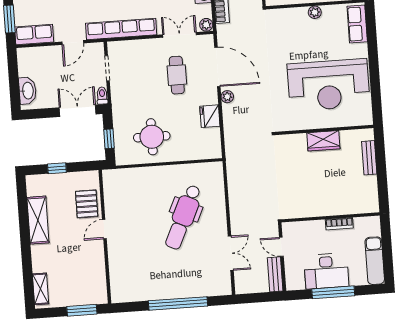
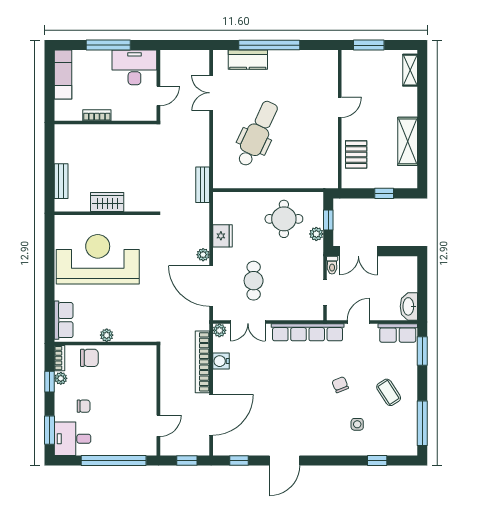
washbasin: (27, 91) -> (409, 306), moved
plant: (119, 124) -> (316, 234), added
door: (104, 229) -> (340, 107), moved
door: (281, 247) -> (158, 96), hinge flipped
desk: (326, 271) -> (134, 67), moved
bench: (275, 274) -> (203, 185), moved
kitchen counter: (198, 288) -> (248, 60), added

